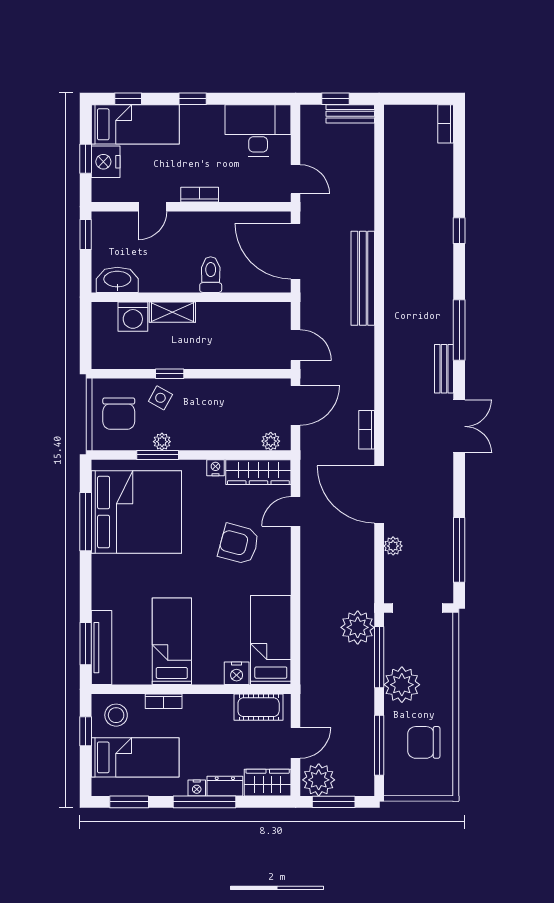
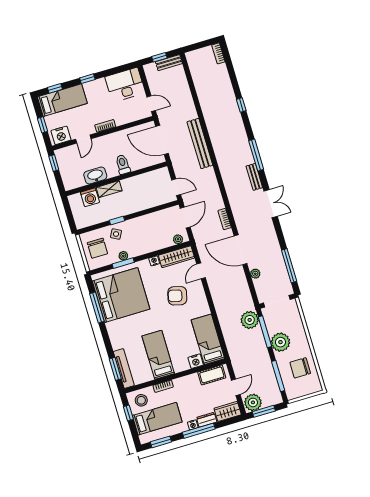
nightstand: (106, 162) -> (61, 135), moved, turned -90
washbasin: (117, 280) -> (95, 175), moved

